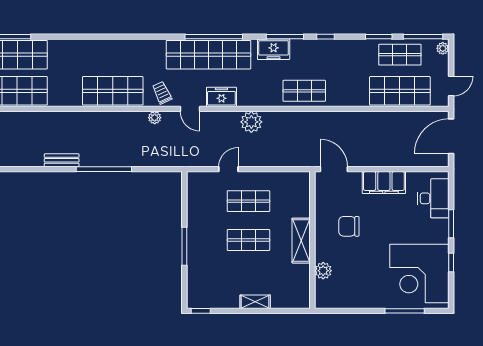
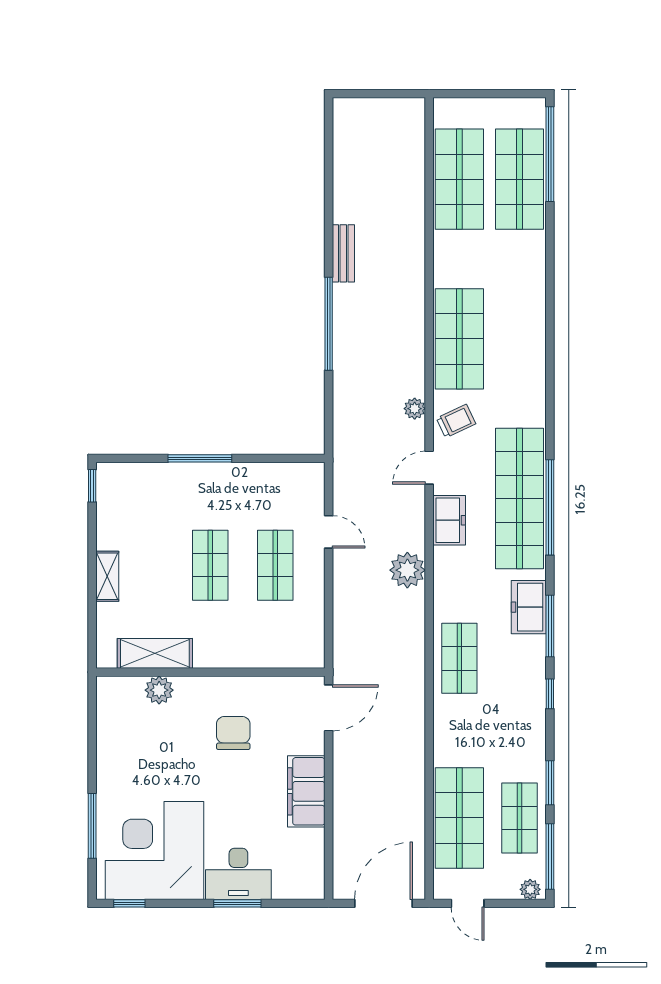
door: (451, 136) -> (383, 903), hinge flipped
desk: (433, 198) -> (238, 874), moved
shelving: (301, 241) -> (155, 653), moved
window: (451, 263) -> (129, 903), moved

